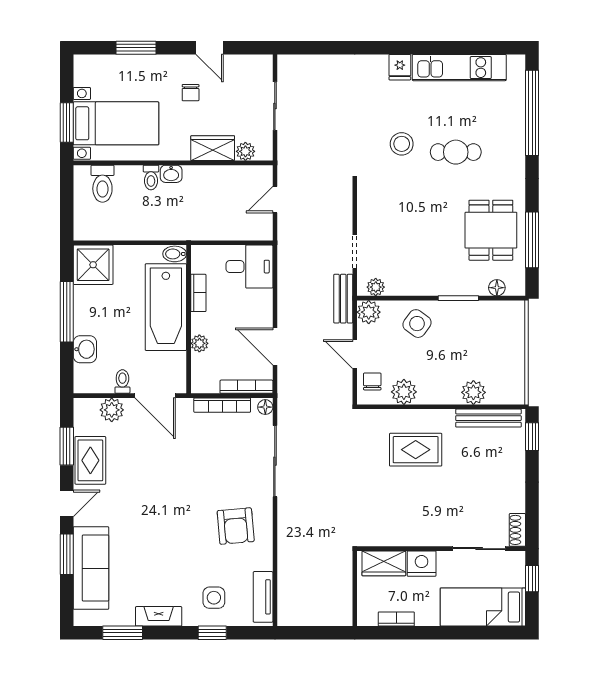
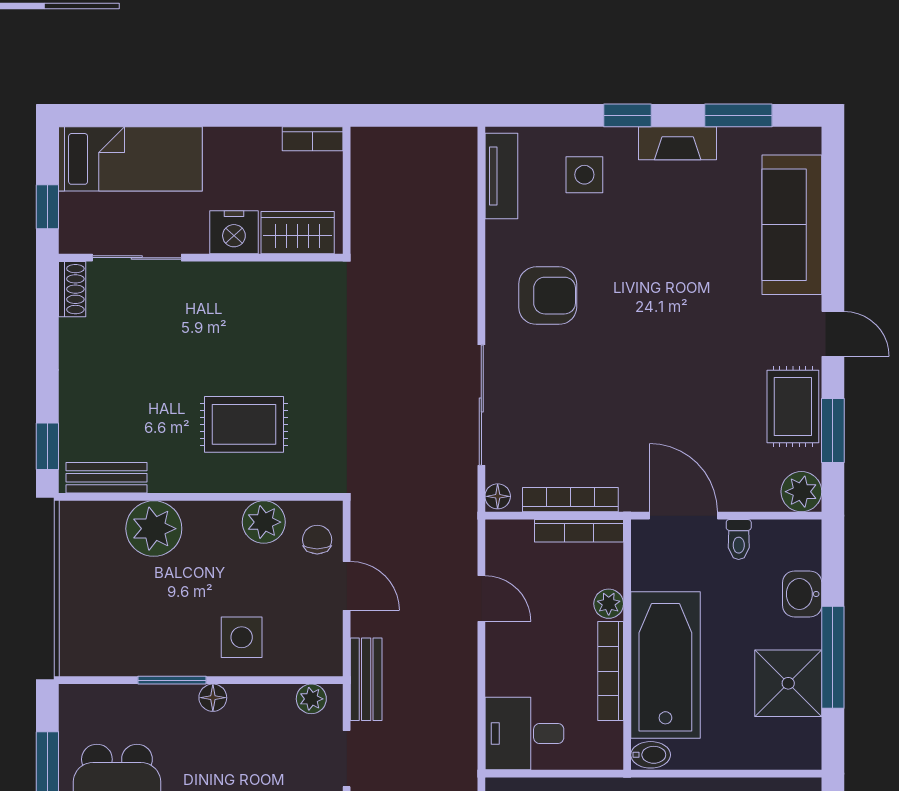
shower: (93, 265) -> (788, 683), moved
floor lamp: (497, 288) -> (213, 698), moved
bookcase: (198, 293) -> (611, 671), width x1.56
plant: (369, 312) -> (323, 657), removed
side table: (417, 324) -> (242, 637), turned -36
door: (275, 347) -> (481, 598), width x0.73
chair: (372, 381) -> (317, 540), turned 180
bookcase: (246, 387) -> (579, 531), moved
plant: (473, 392) -> (154, 529), width x1.36, depth x1.36
plant: (112, 410) -> (801, 492), moved
bench: (488, 418) -> (106, 478), width x0.73
door: (67, 503) -> (833, 334), swing flipped
armchair: (236, 526) -> (548, 296), turned 95
window: (67, 554) -> (833, 248), removed
bookcase: (396, 619) -> (313, 139), moved
window: (212, 633) -> (628, 115), moved

